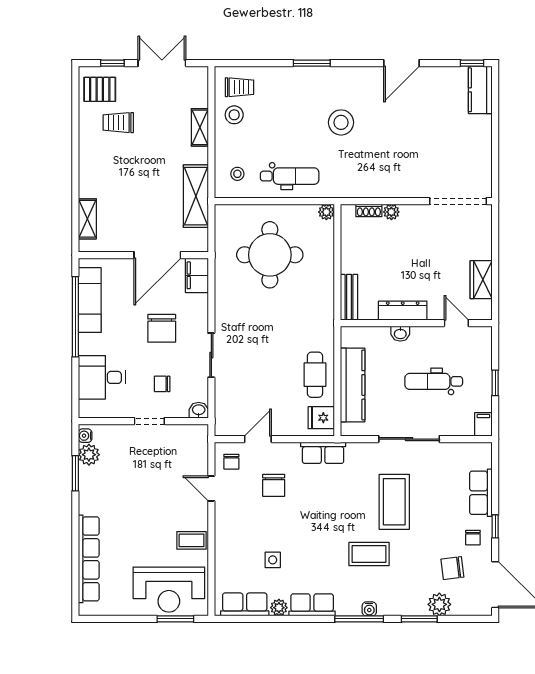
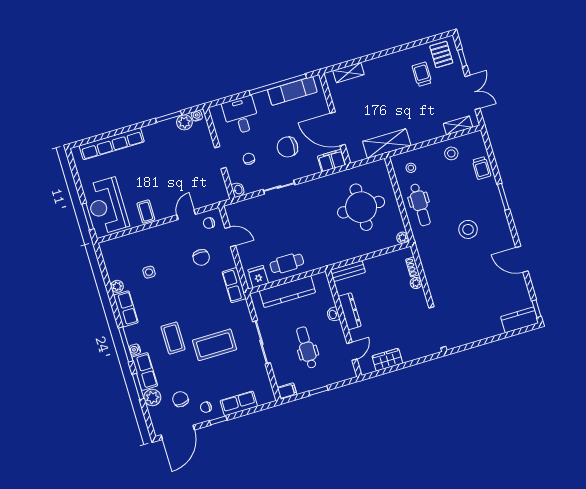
trolley: (239, 87) -> (482, 168), moved
shelving: (200, 127) -> (458, 125), moved
chair: (274, 485) -> (201, 257), turned -90
row of seats: (245, 604) -> (145, 372), moved

